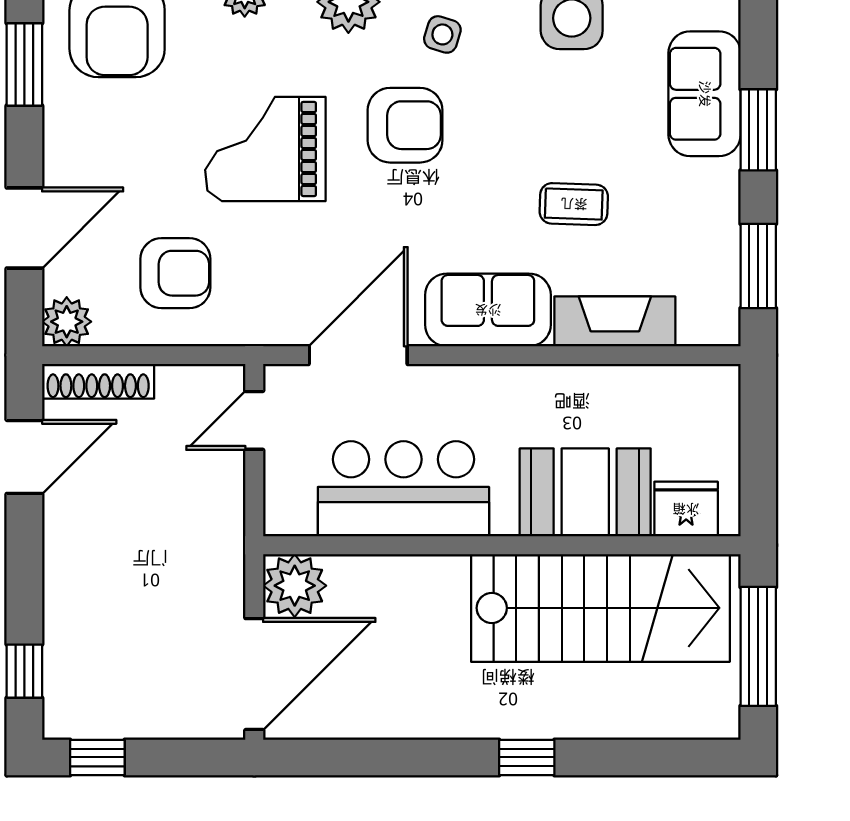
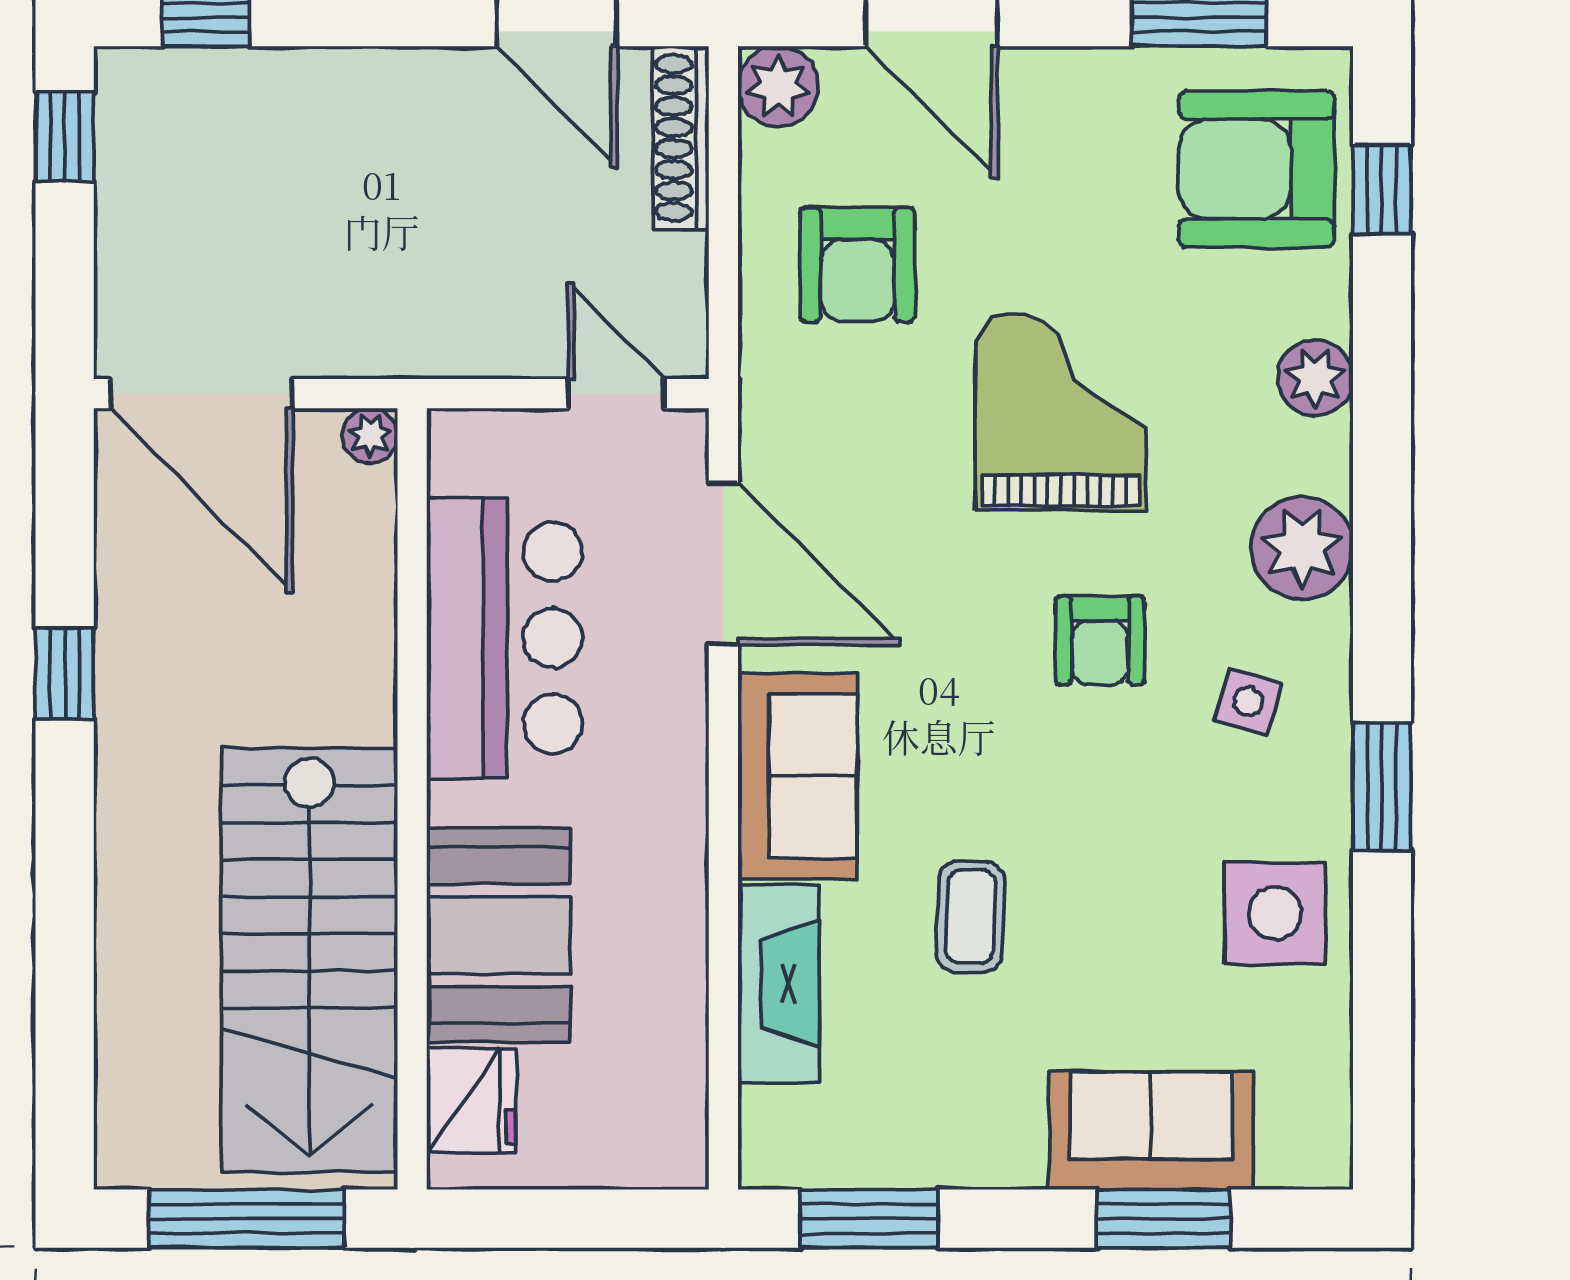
armchair: (405, 125) -> (1100, 640), width x0.72, depth x0.72
window: (758, 130) -> (1163, 1219), moved
plant: (295, 586) -> (370, 436), width x0.53, depth x0.53
window: (527, 757) -> (65, 673), moved

